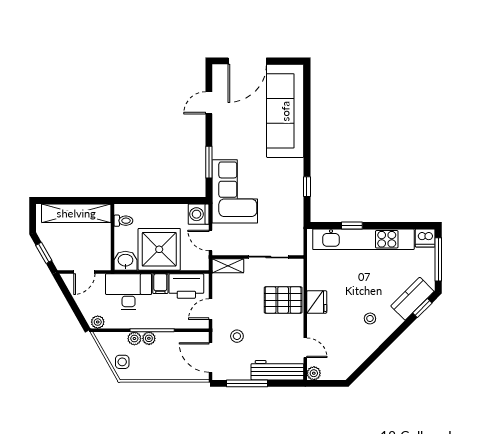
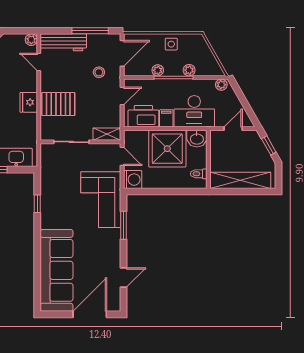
plant: (149, 338) -> (158, 70), moved
door: (211, 357) -> (122, 53), hinge flipped
side table: (122, 362) -> (171, 44), moved

